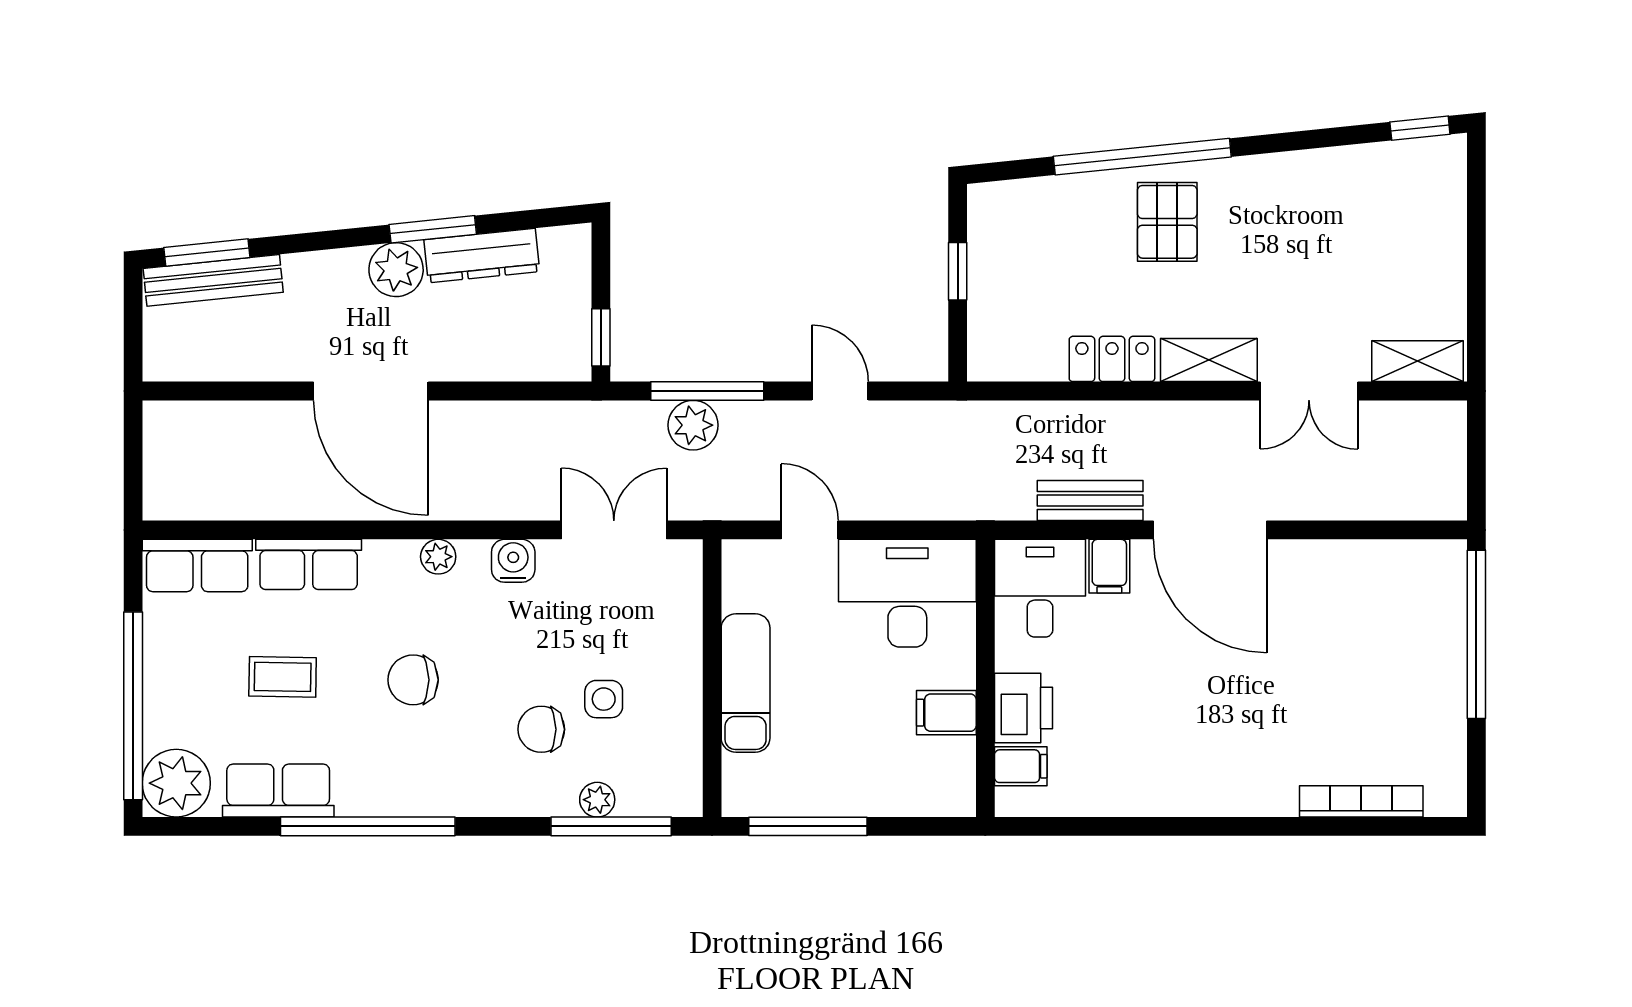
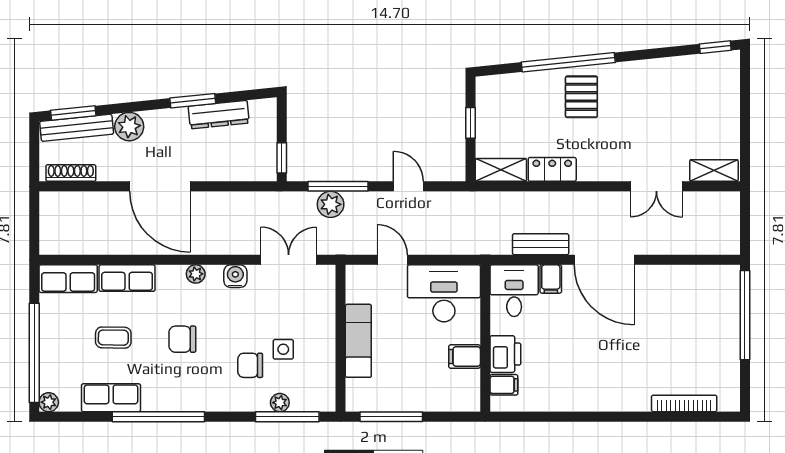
plant: (396, 270) -> (129, 127), moved
shelving: (1209, 360) -> (501, 170), moved
shoe rack: (202, 366) -> (71, 173), added
plant: (176, 783) -> (49, 402), width x0.53, depth x0.53

